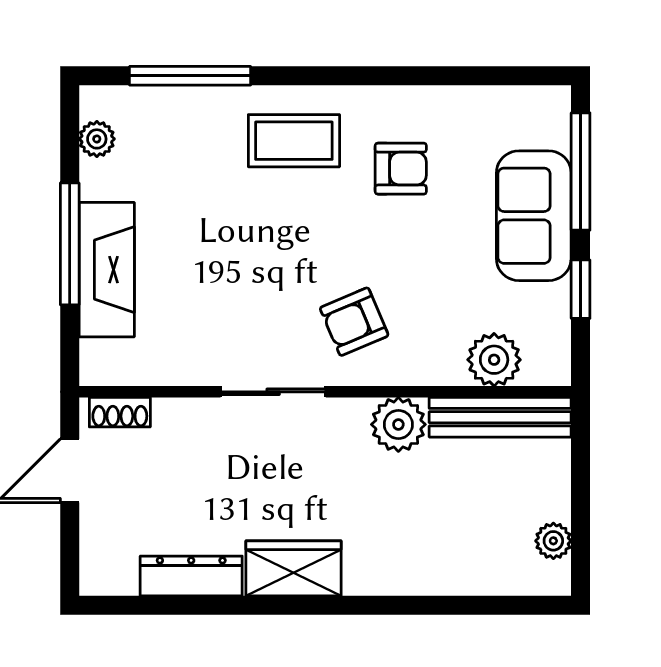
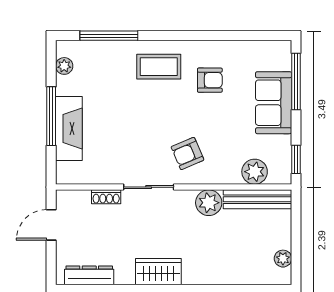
window: (581, 289) -> (296, 159), moved
shoe rack: (120, 412) -> (106, 197), moved
dresser: (191, 576) -> (89, 275), moved

